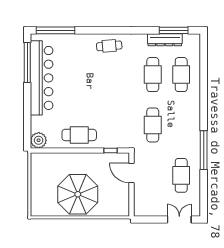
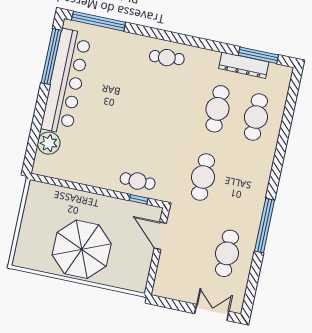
cafe table: (79, 135) -> (138, 181), moved, width x0.73, depth x0.74
plant: (39, 140) -> (49, 143), moved

